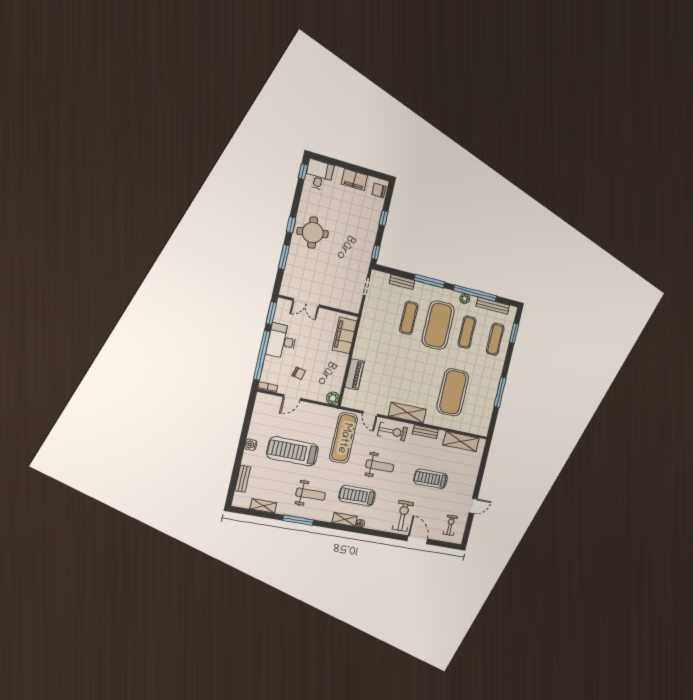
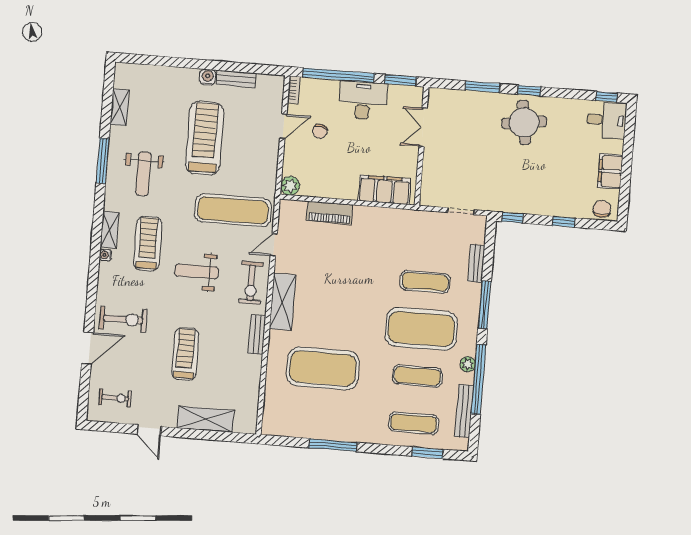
door: (292, 397) -> (283, 126), swing flipped
shelving: (461, 441) -> (206, 419), moved, turned 90
weight bench: (380, 466) -> (197, 271), turned 90
bench: (243, 479) -> (236, 79), moved

